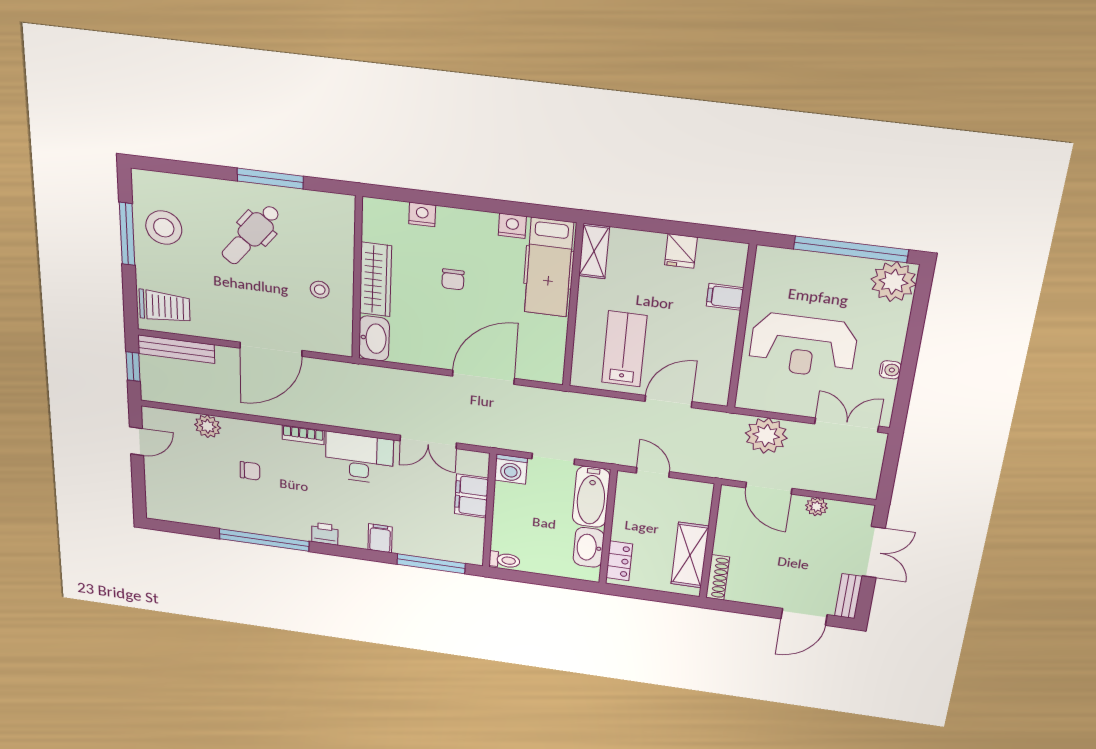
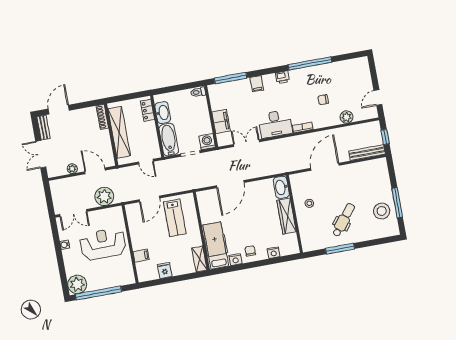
chair: (453, 279) -> (250, 251), moved
trolley: (165, 307) -> (375, 172), removed
shelving: (690, 555) -> (119, 132), width x1.47

